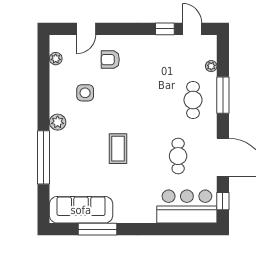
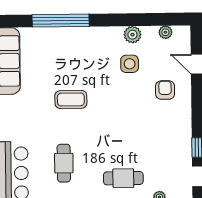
plant: (58, 122) -> (132, 35), moved
cafe table: (178, 156) -> (64, 163), turned 90

